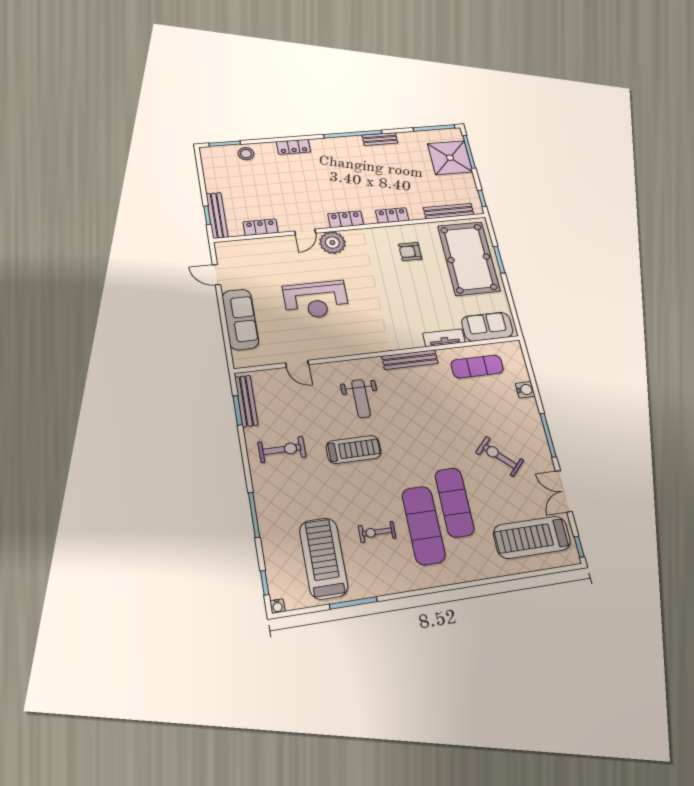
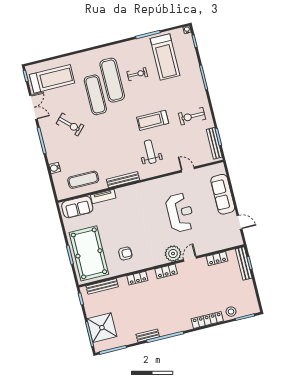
locker: (293, 147) -> (207, 320), width x1.53
reception desk: (316, 300) -> (180, 213), turned 90

